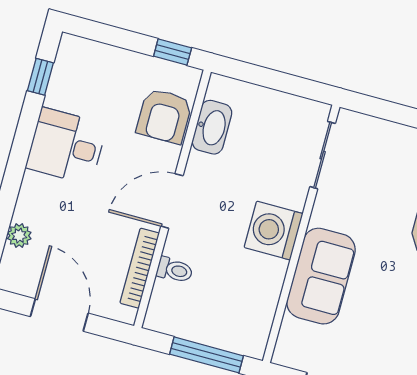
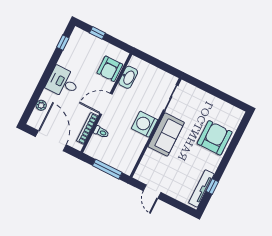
window: (173, 52) -> (97, 33), moved
desk: (66, 146) -> (63, 82), moved
sofa: (321, 276) -> (166, 134), moved
door: (59, 315) -> (51, 141), width x1.36

